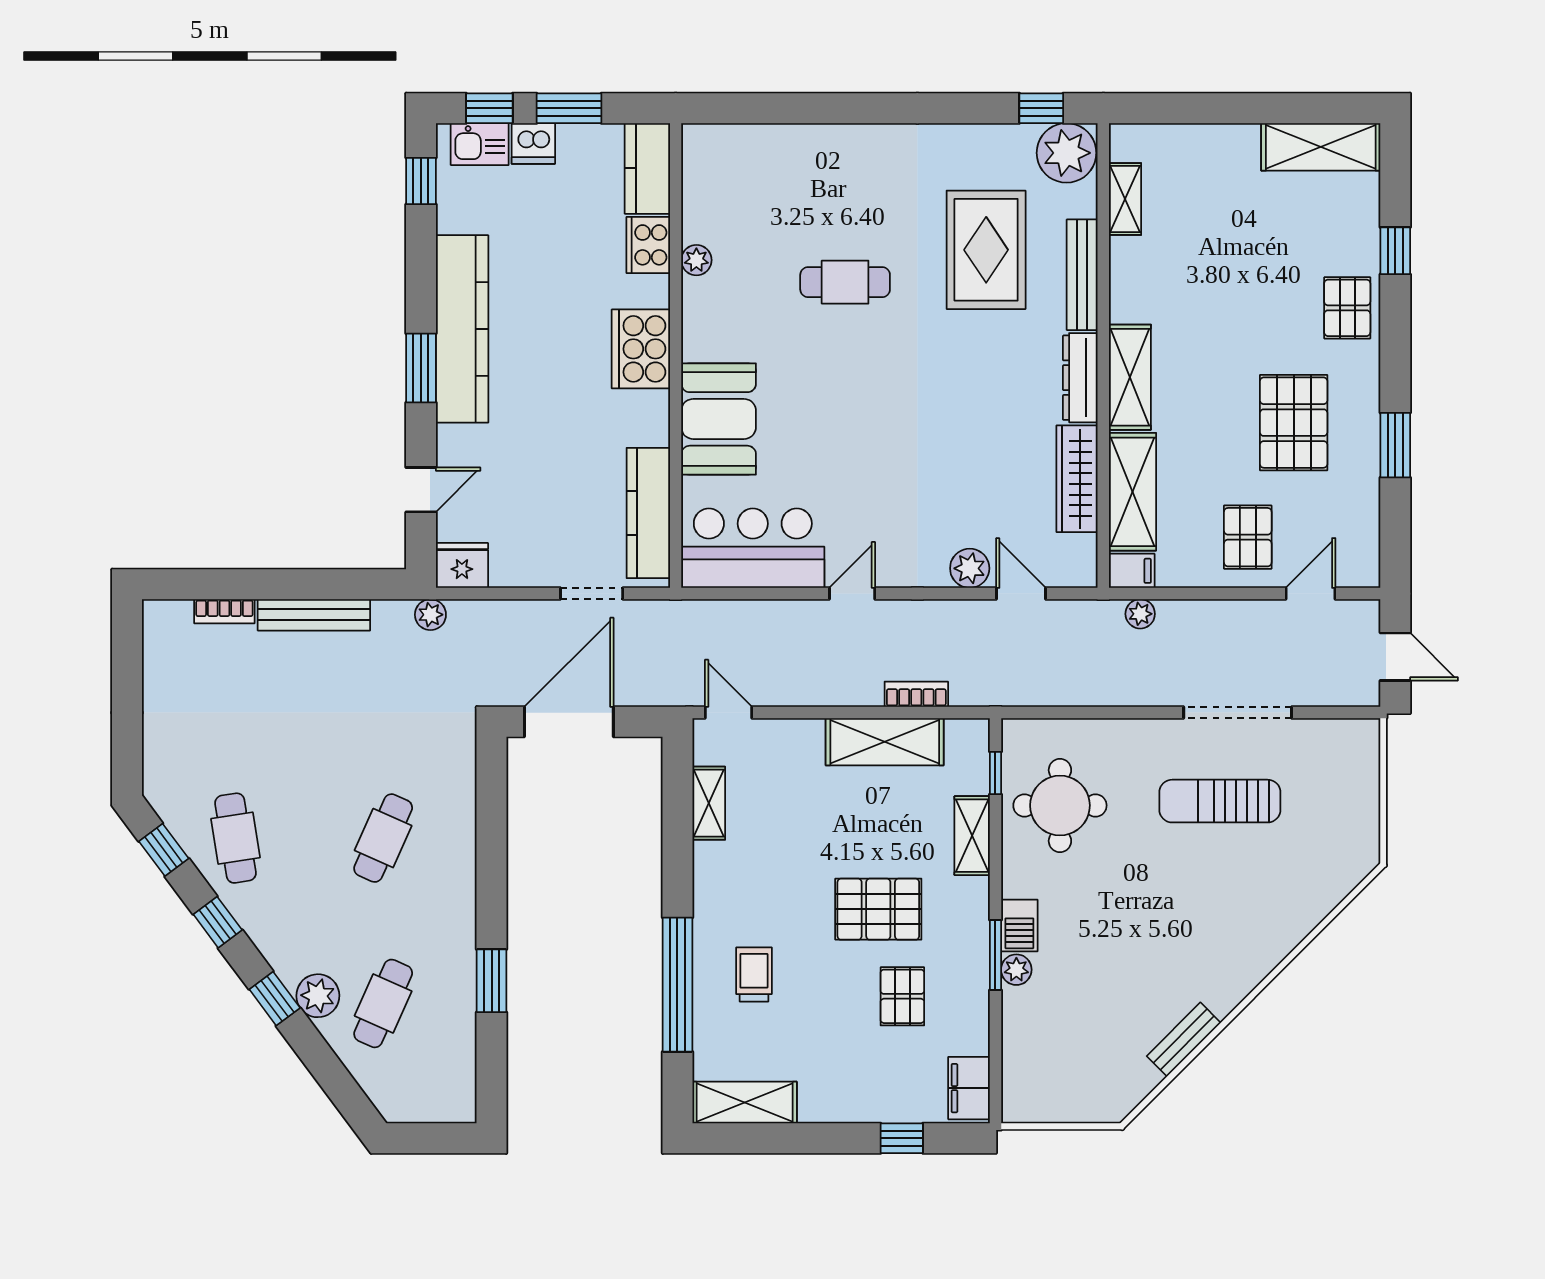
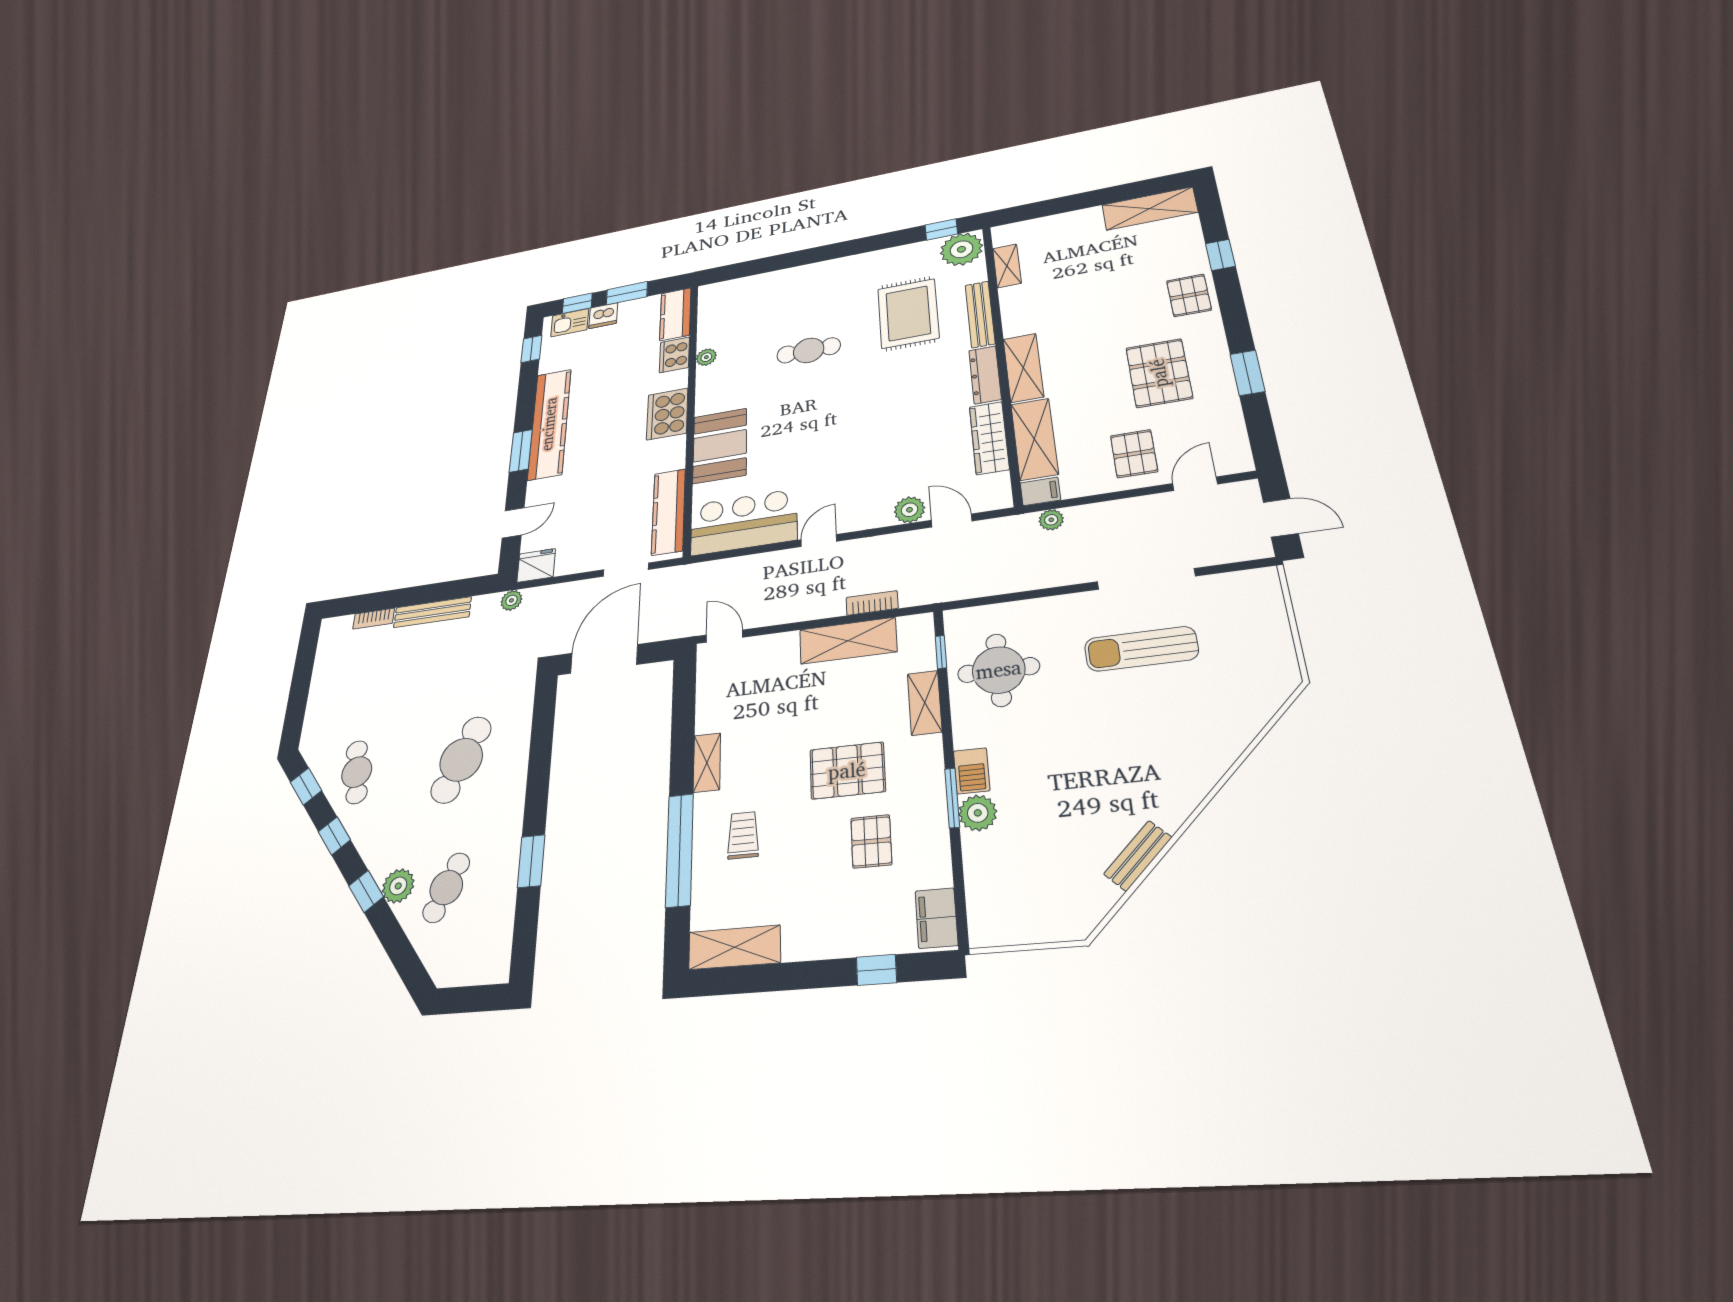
shelving: (709, 803) -> (707, 763), moved
cafe table: (383, 838) -> (461, 760), width x1.37, depth x1.35
plant: (1016, 970) -> (978, 813), width x1.38, depth x1.38

